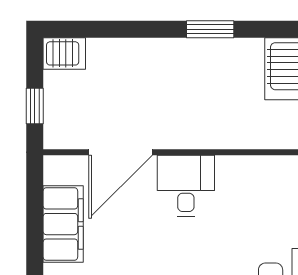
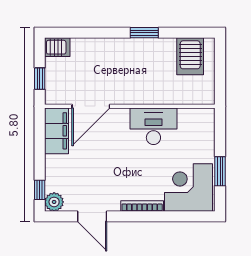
desk: (186, 186) -> (153, 126), moved, width x1.37
filing cabinet: (63, 224) -> (56, 131), moved

